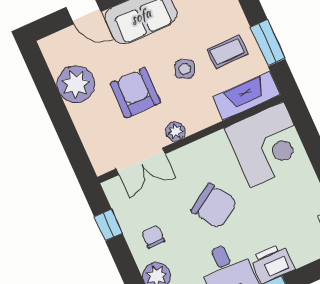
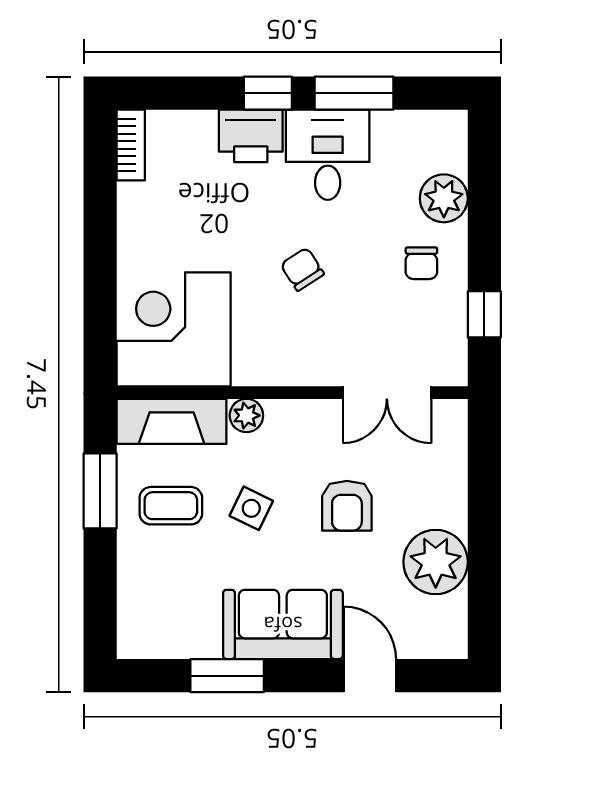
armchair: (135, 93) -> (347, 506), width x0.72, depth x0.72
plant: (175, 131) -> (246, 415), moved
double door: (141, 161) -> (387, 393), swing flipped
chair: (214, 206) -> (302, 269), width x0.54, depth x0.54

